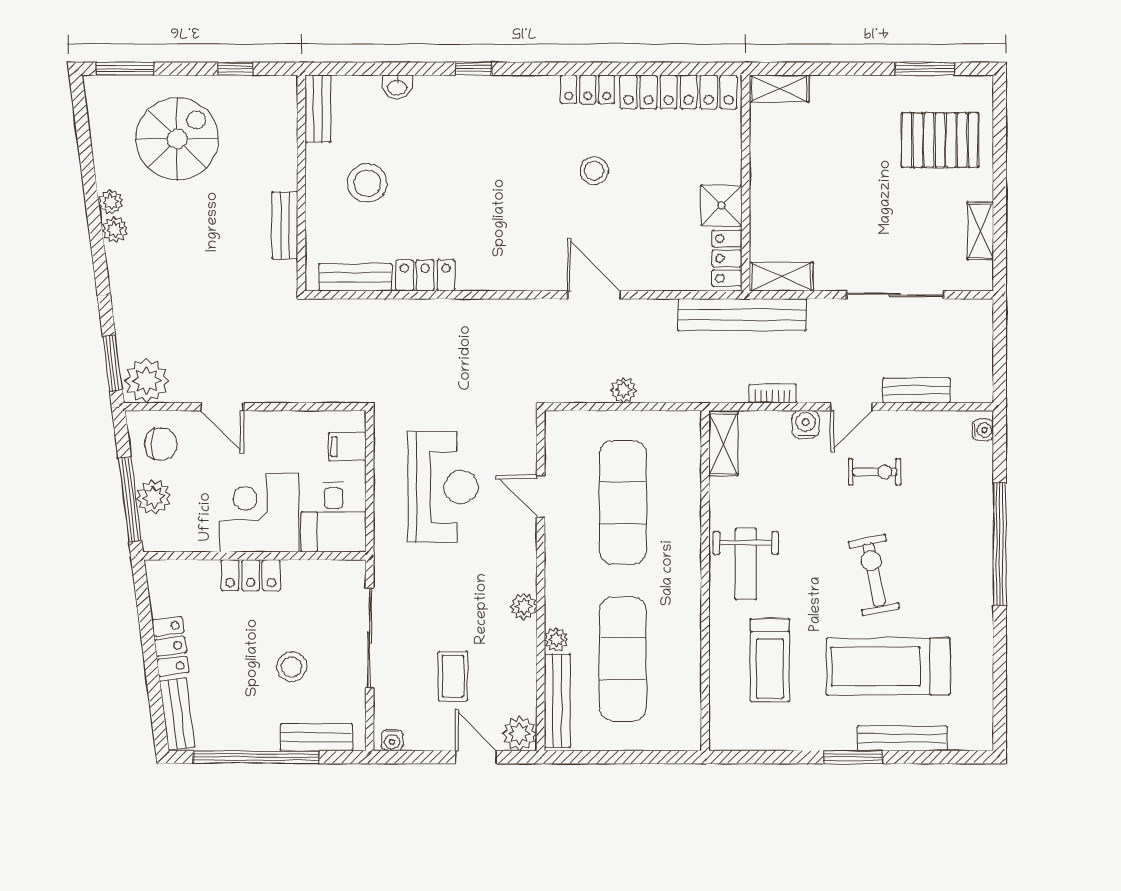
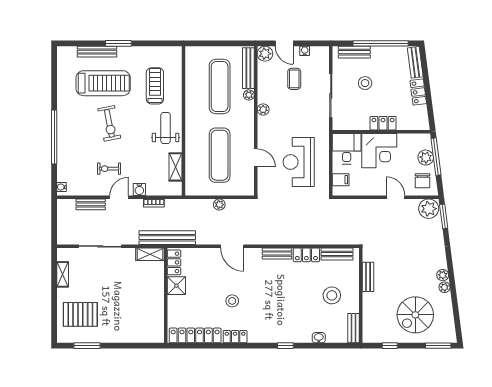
shelving: (779, 88) -> (151, 337), removed
bench: (492, 278) -> (277, 254), added
chair: (161, 444) -> (422, 181), turned -90
shelving: (723, 444) -> (175, 167), moved
water cooler: (392, 740) -> (305, 51), moved

